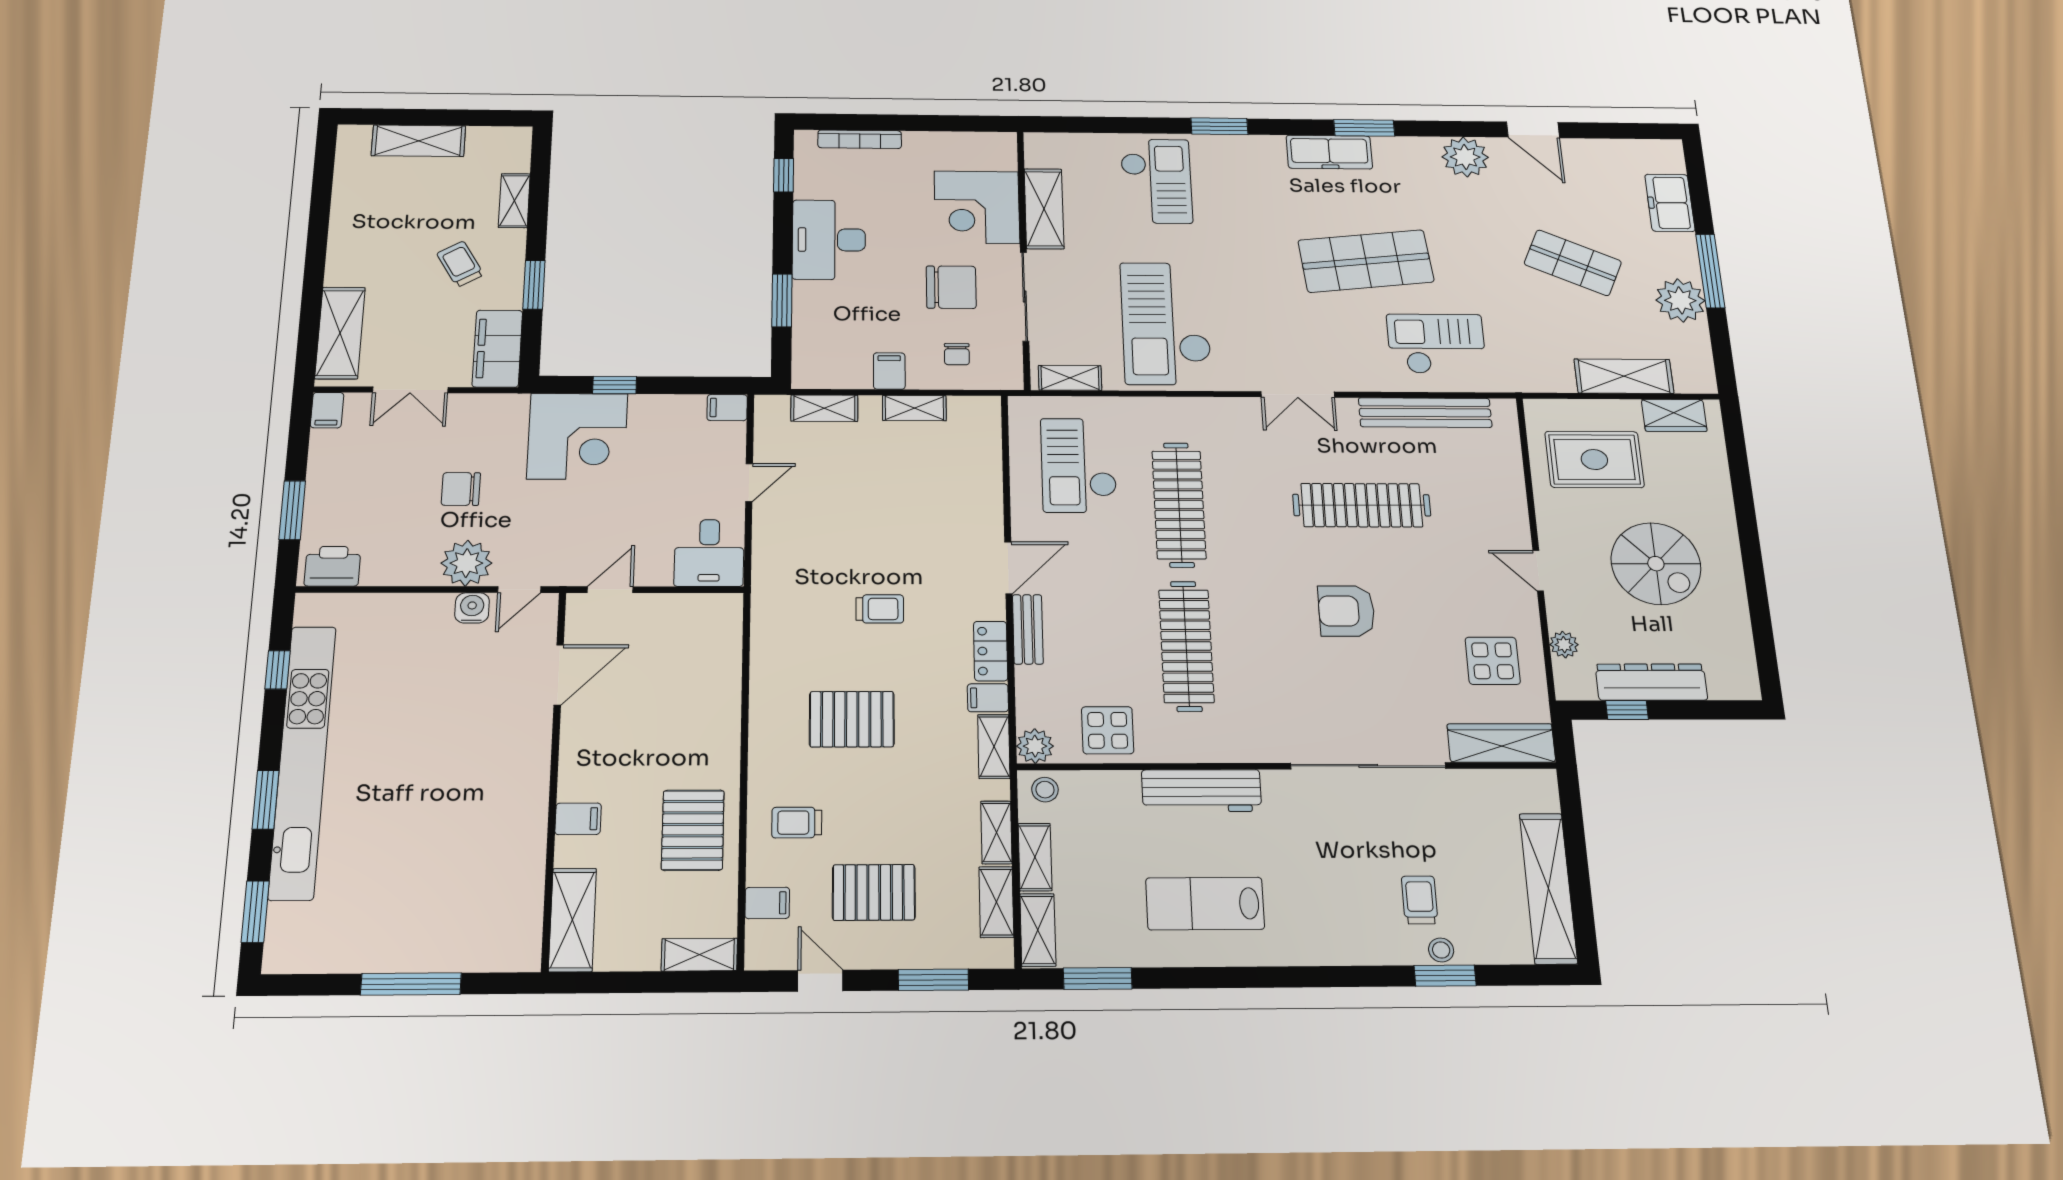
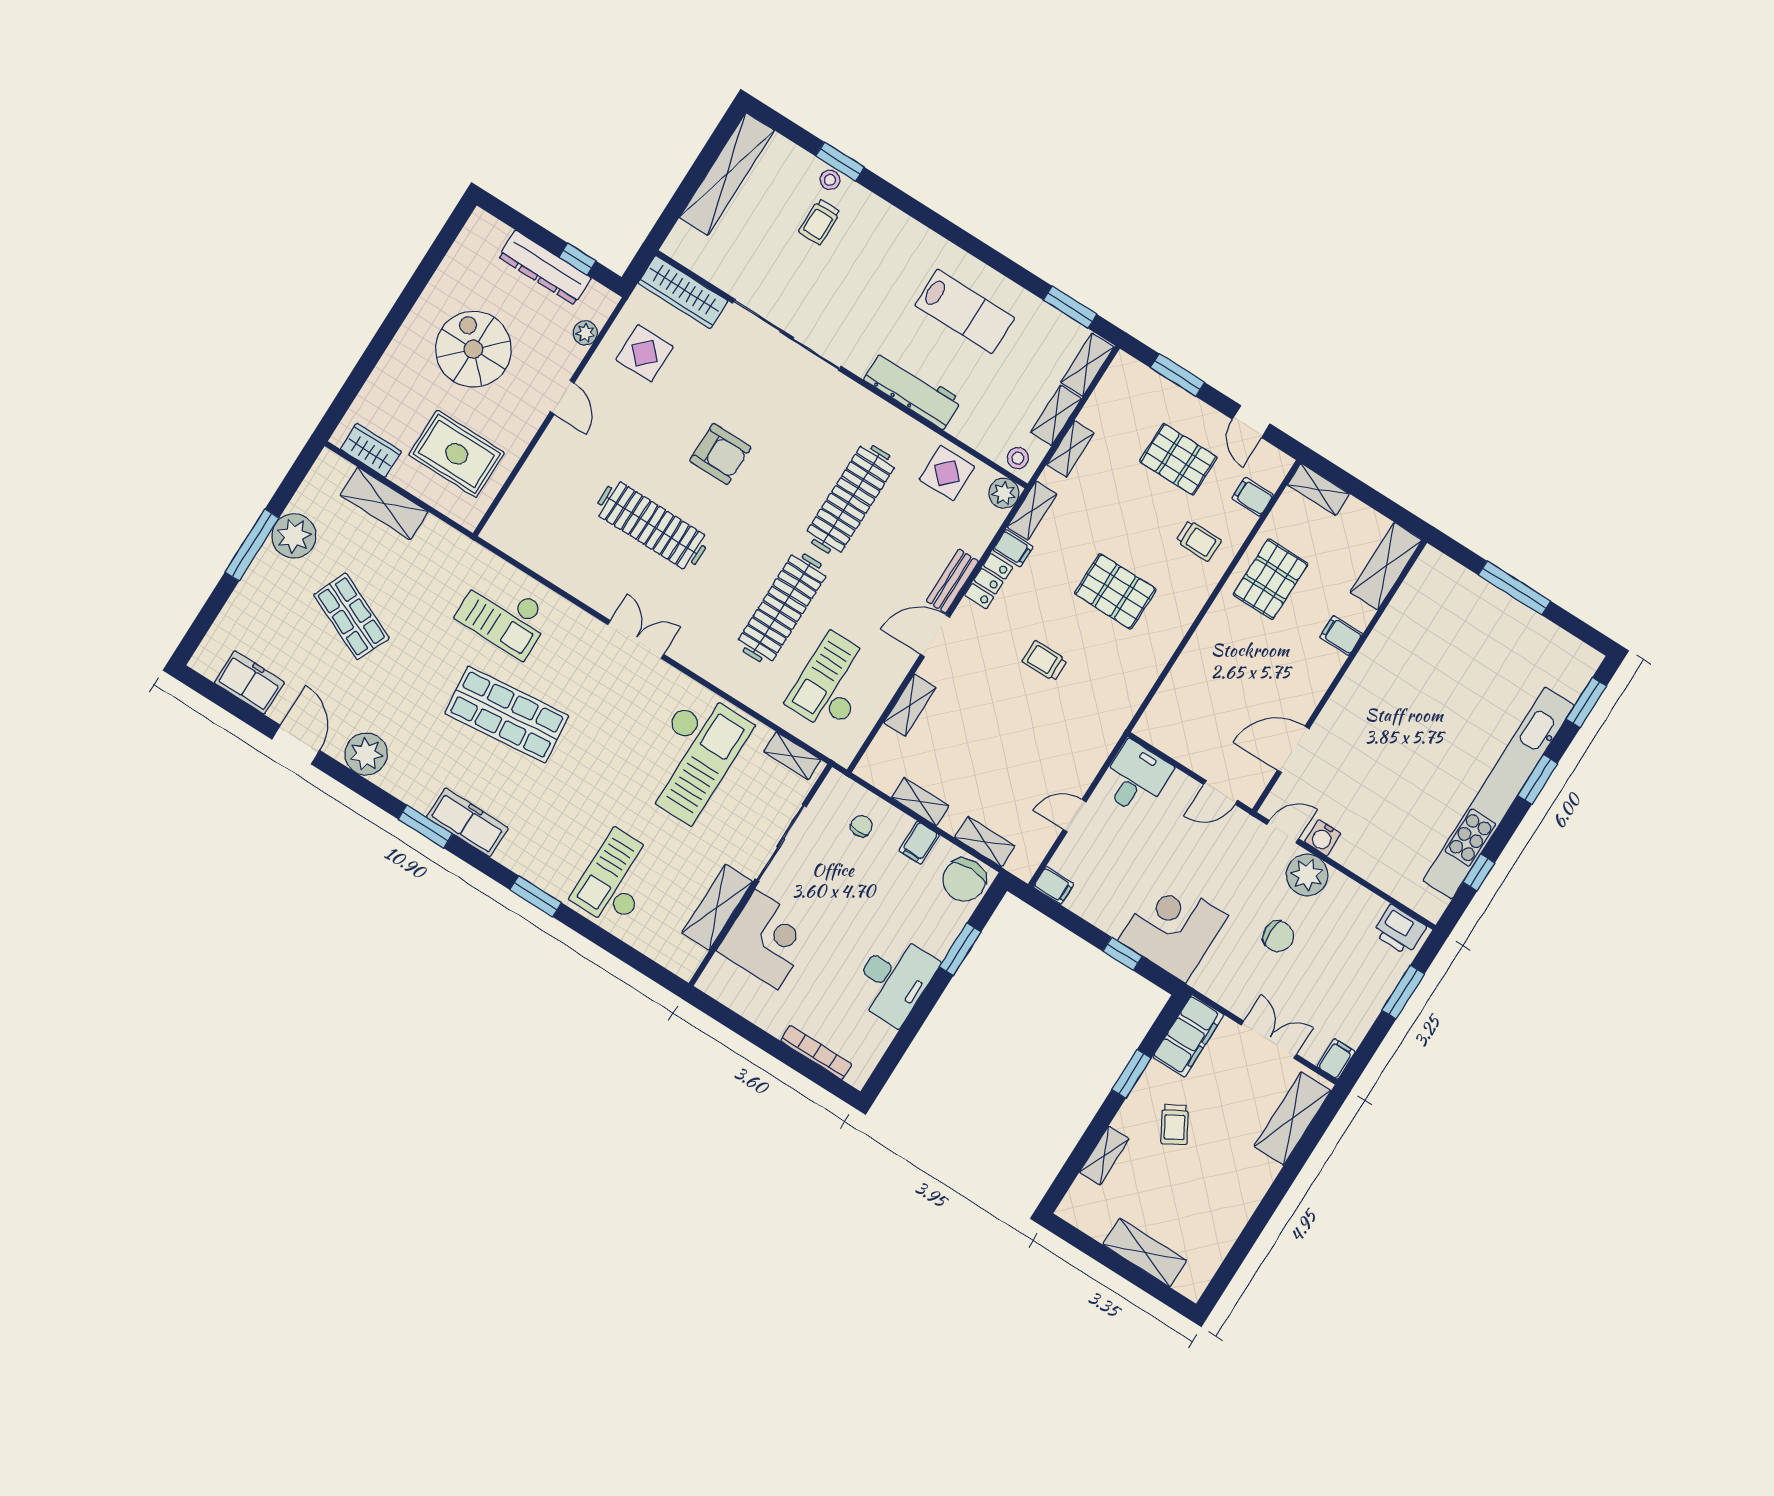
window: (784, 175) -> (893, 1056), removed
freezer: (1670, 203) -> (249, 682), moved, turned -90
chair: (951, 287) -> (964, 880), moved, turned -90
bench: (1425, 413) -> (553, 567), removed
checkout: (1079, 465) -> (833, 683), turned 180
shelving: (996, 902) -> (910, 705), moved

